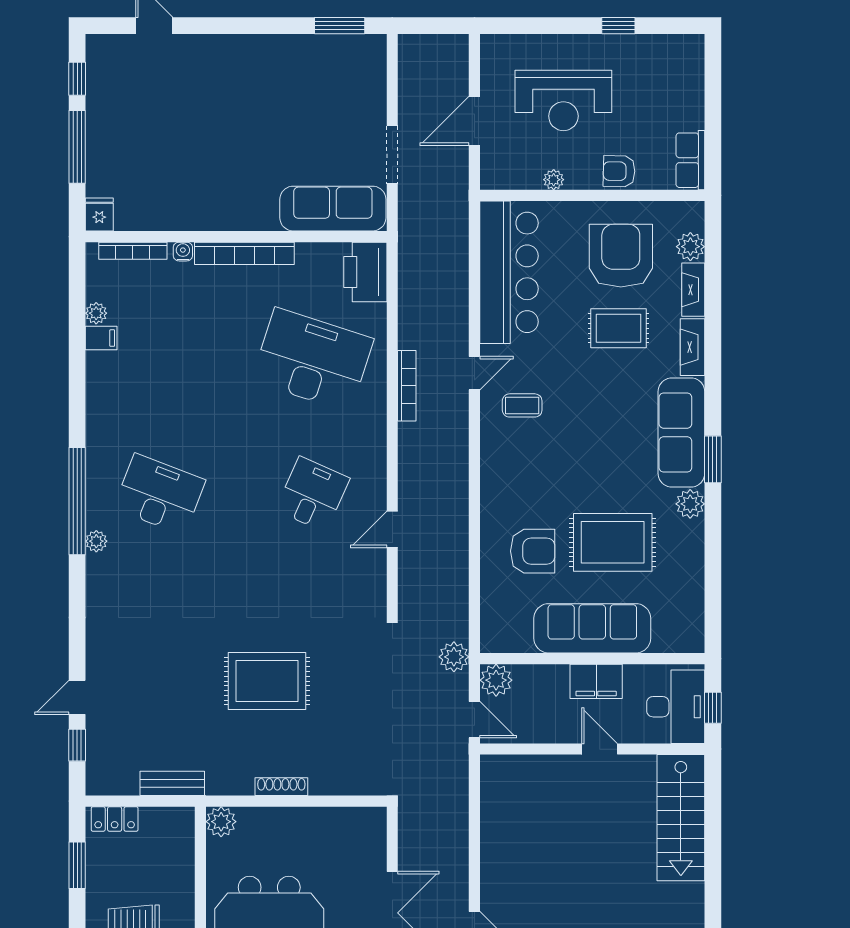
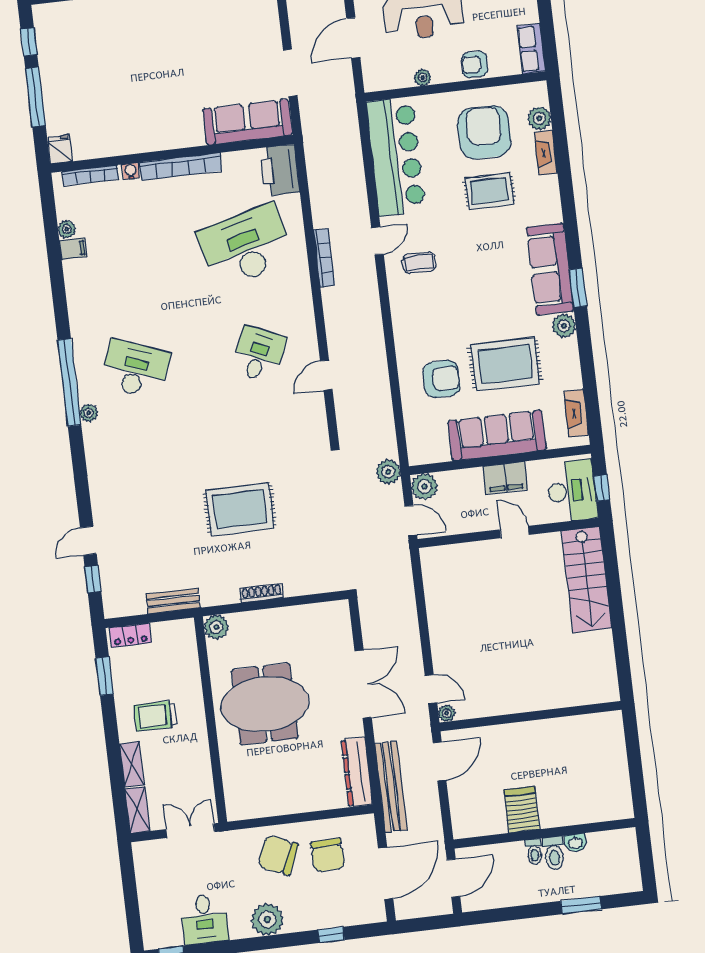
fireplace: (692, 347) -> (576, 413), moved
desk: (313, 360) -> (246, 246), turned -33

